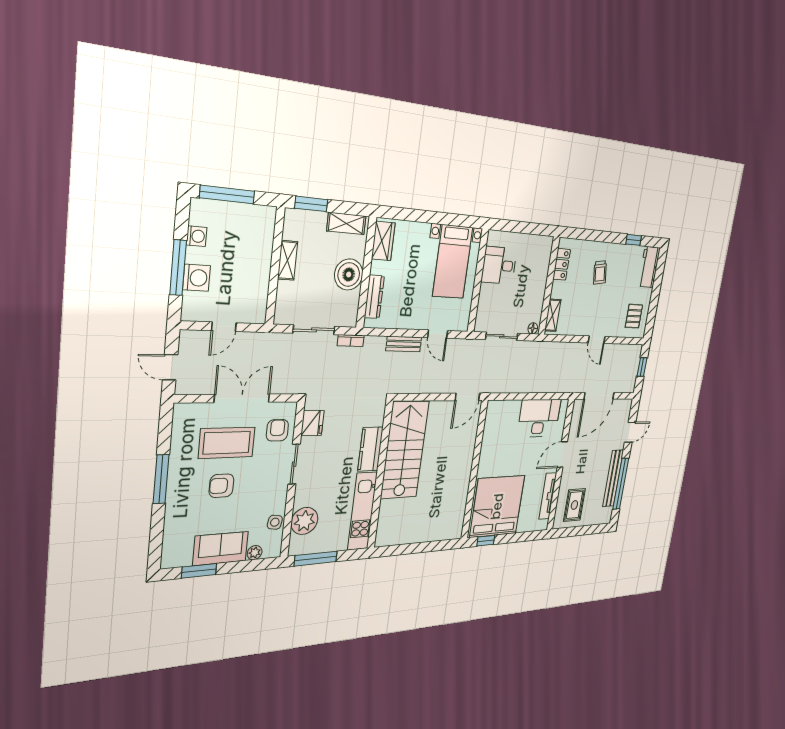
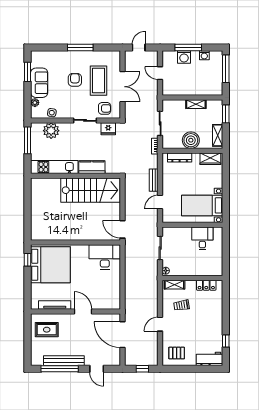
trolley: (600, 272) -> (181, 305), moved
desk: (539, 418) -> (105, 257), moved, turned -90

